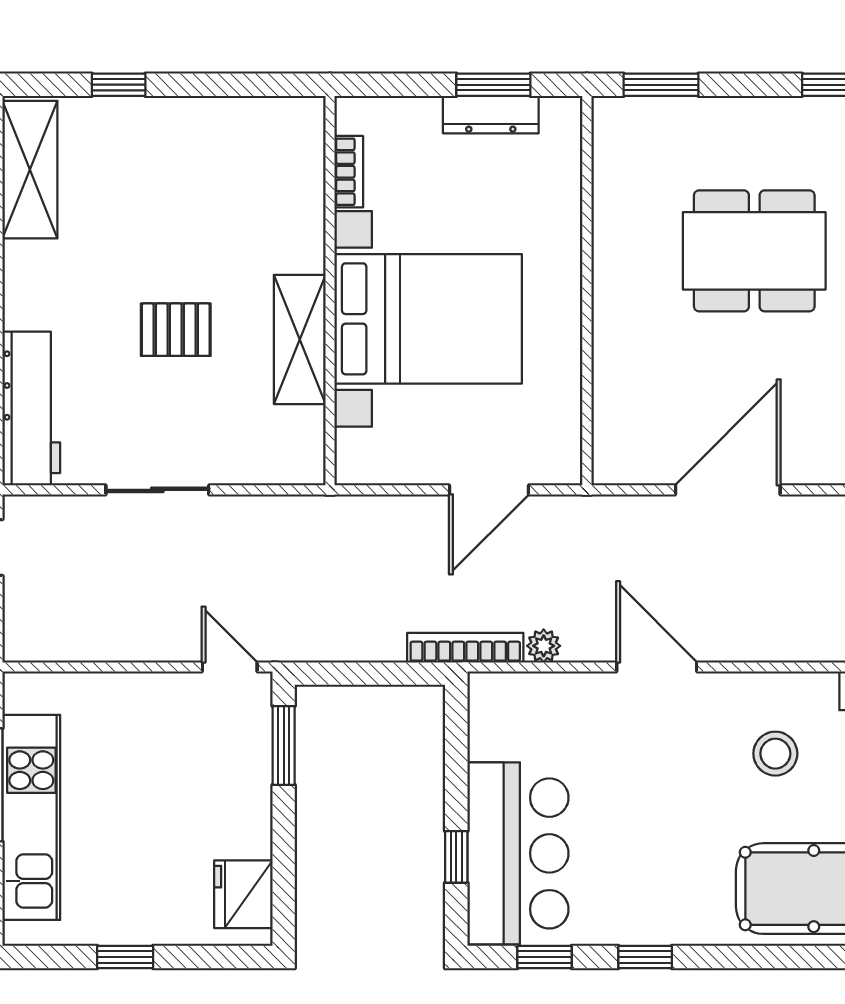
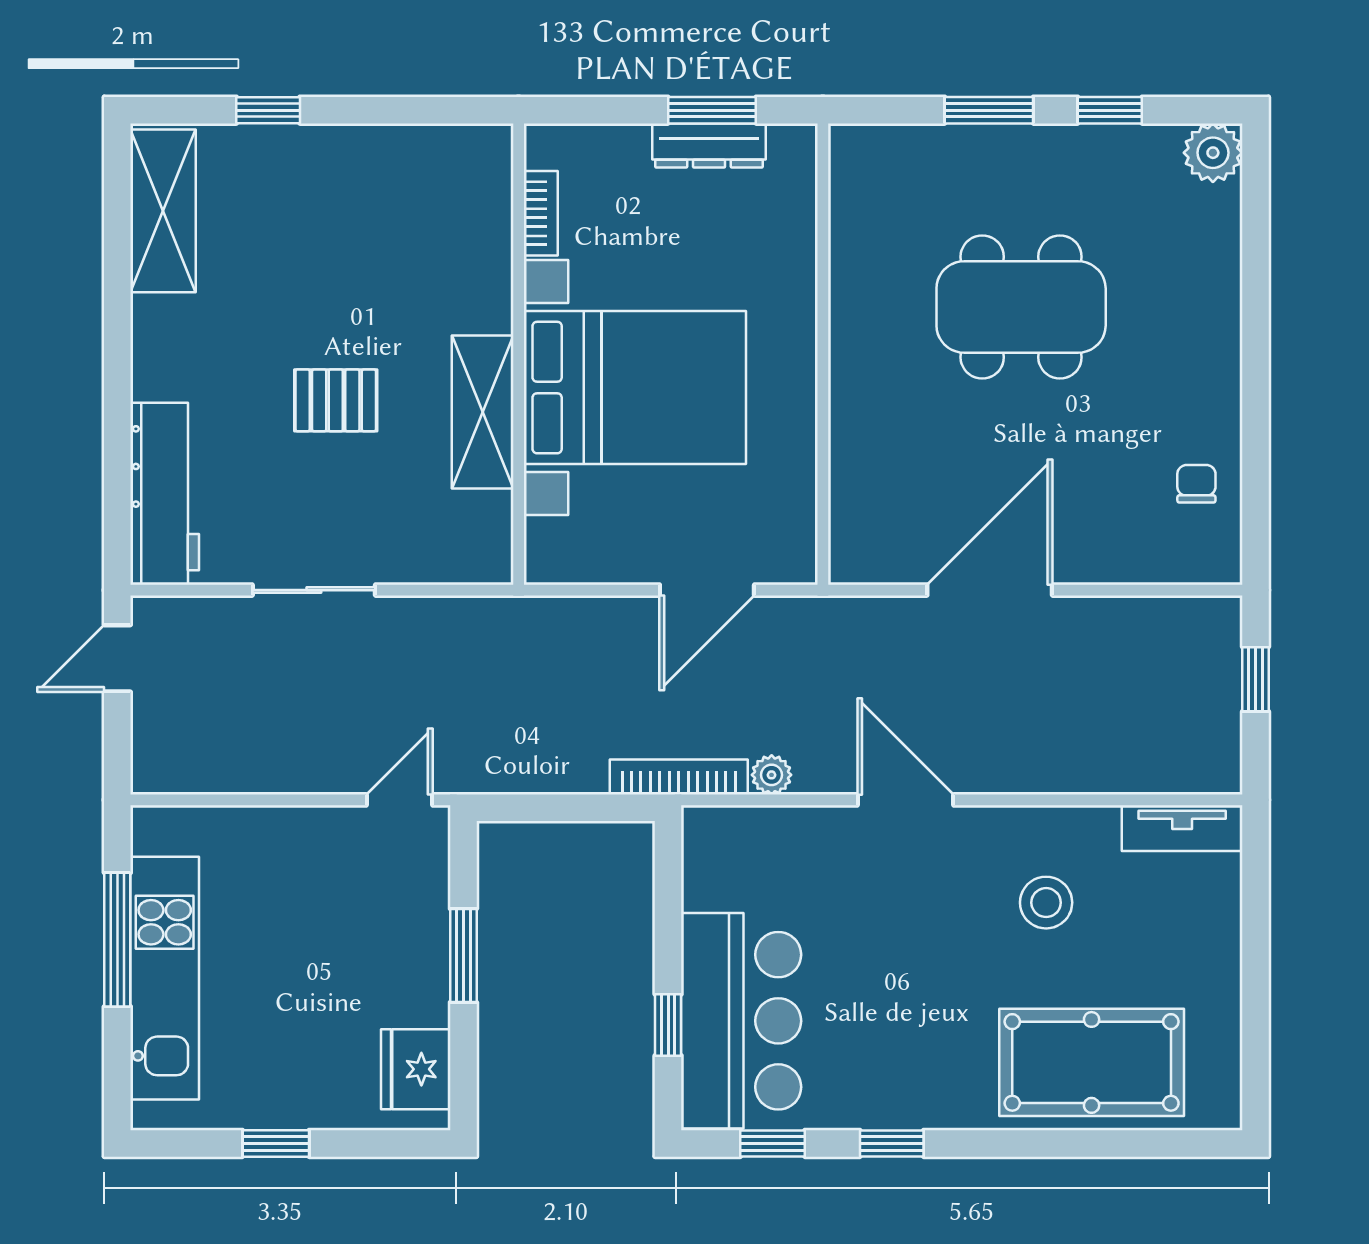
window: (661, 85) -> (989, 110), moved
door: (230, 667) -> (400, 800), hinge flipped
window: (284, 746) -> (463, 955), moved

